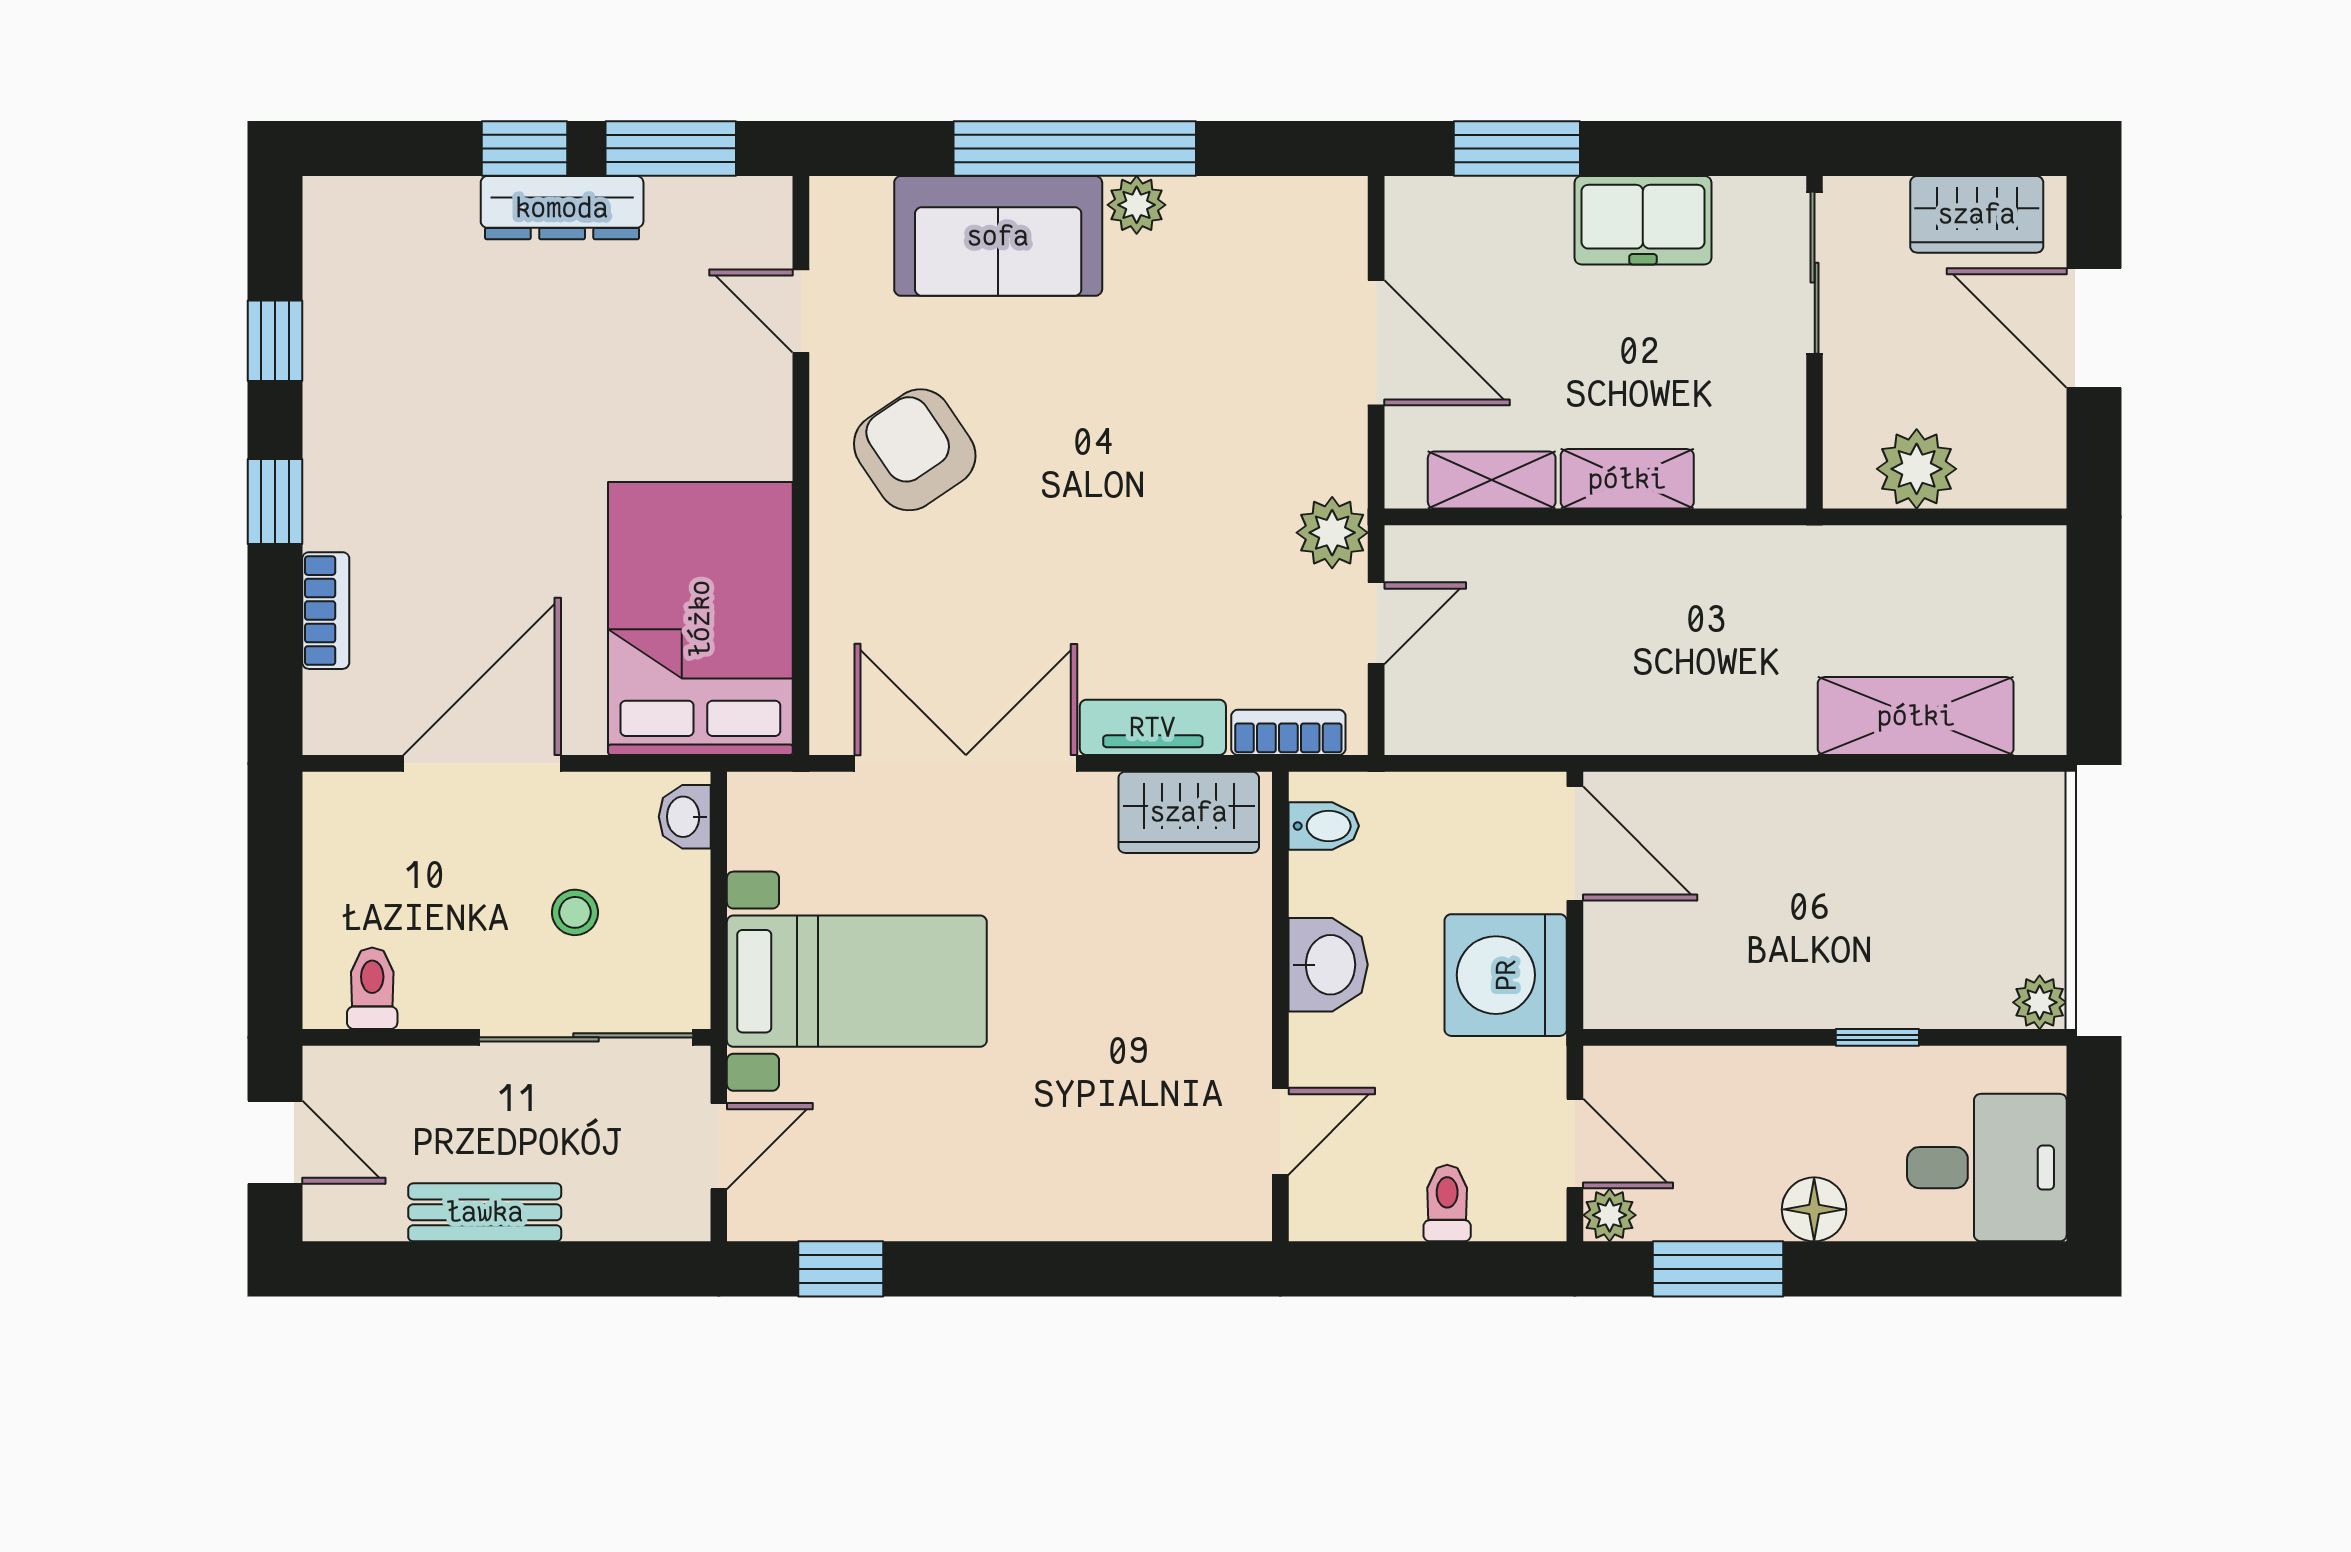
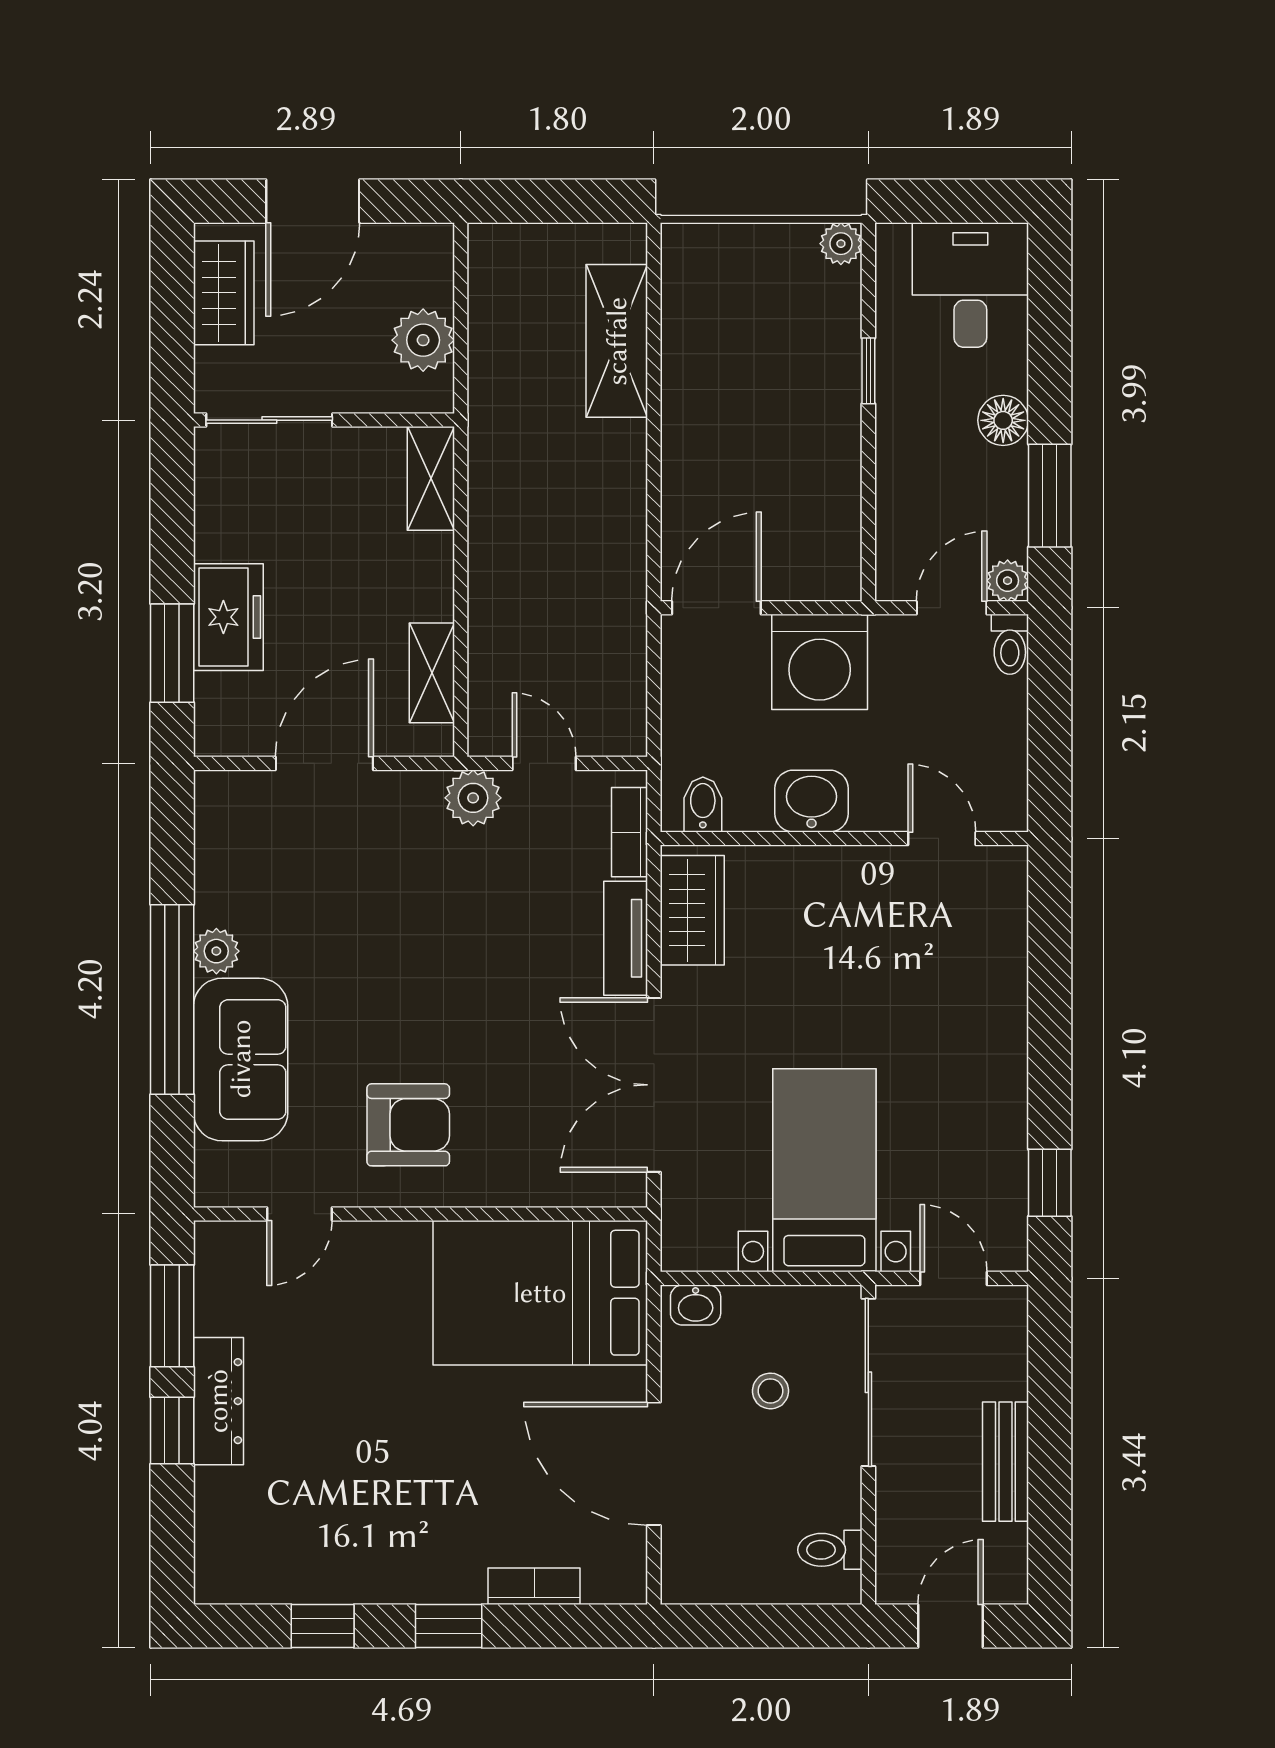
freezer: (1643, 220) -> (228, 617), moved
armchair: (915, 450) -> (408, 1125), turned -146
shelving: (1627, 479) -> (431, 478), moved
toilet: (1447, 1203) -> (1010, 644), moved, turned -90

